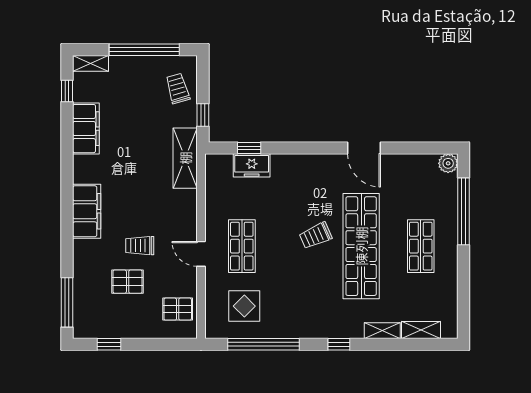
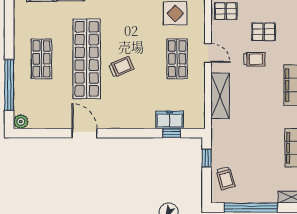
shelving: (185, 158) -> (220, 96), moved

